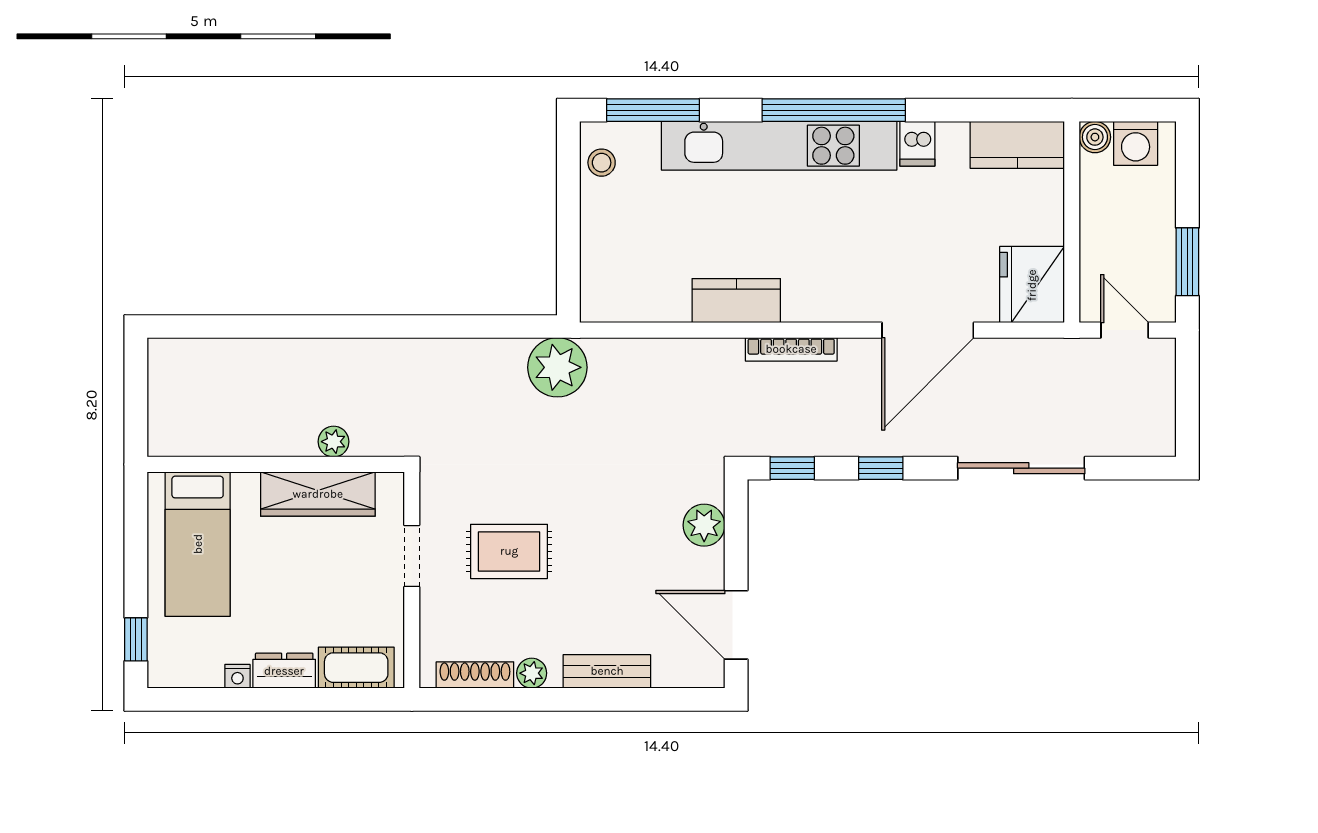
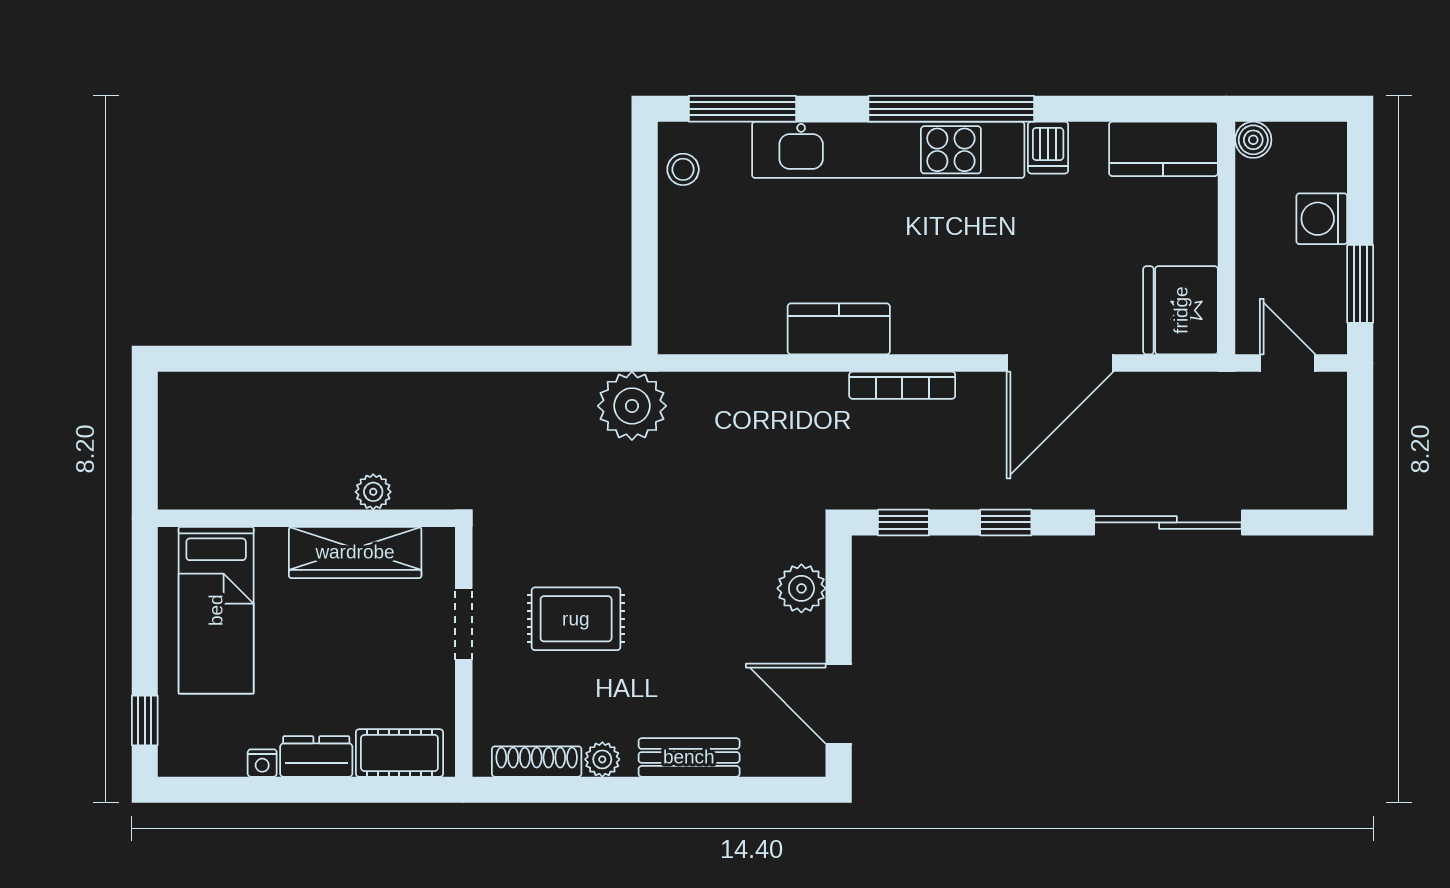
washing machine: (1136, 143) -> (1322, 219), moved, turned 90

